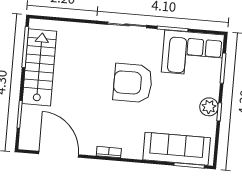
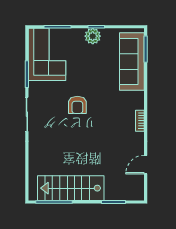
armchair: (133, 83) -> (77, 105), width x0.53, depth x0.53
door: (59, 154) -> (146, 165), width x0.53

